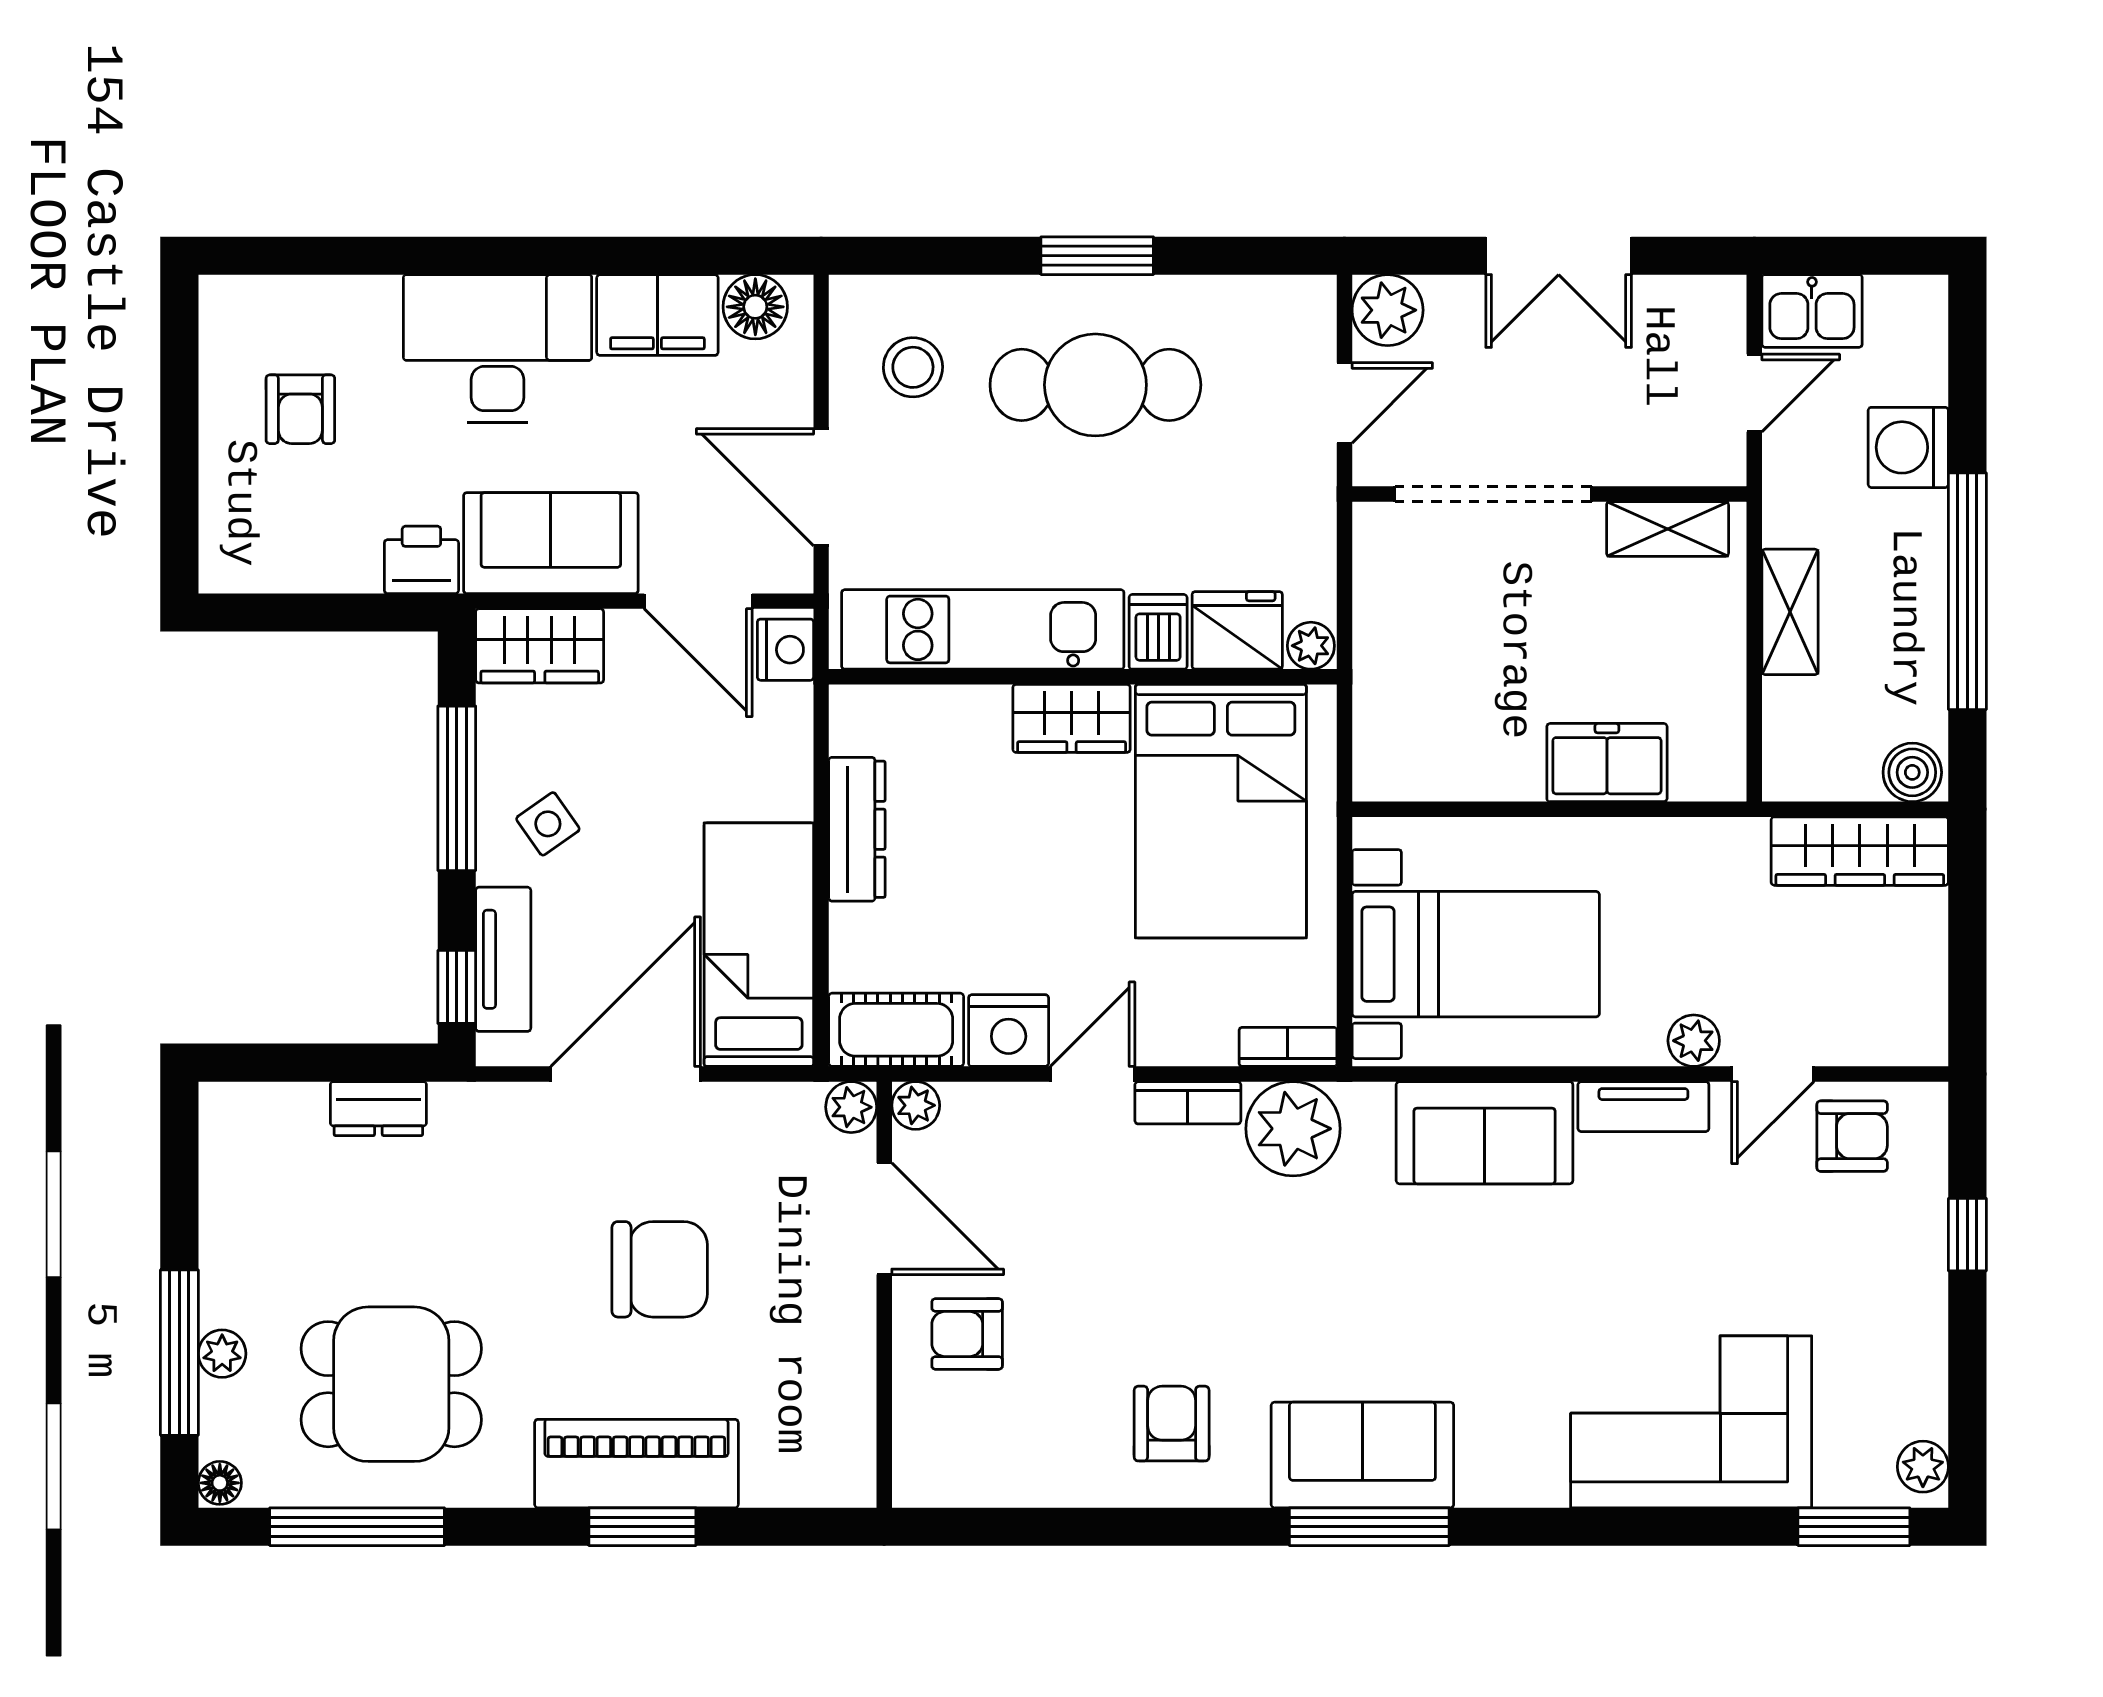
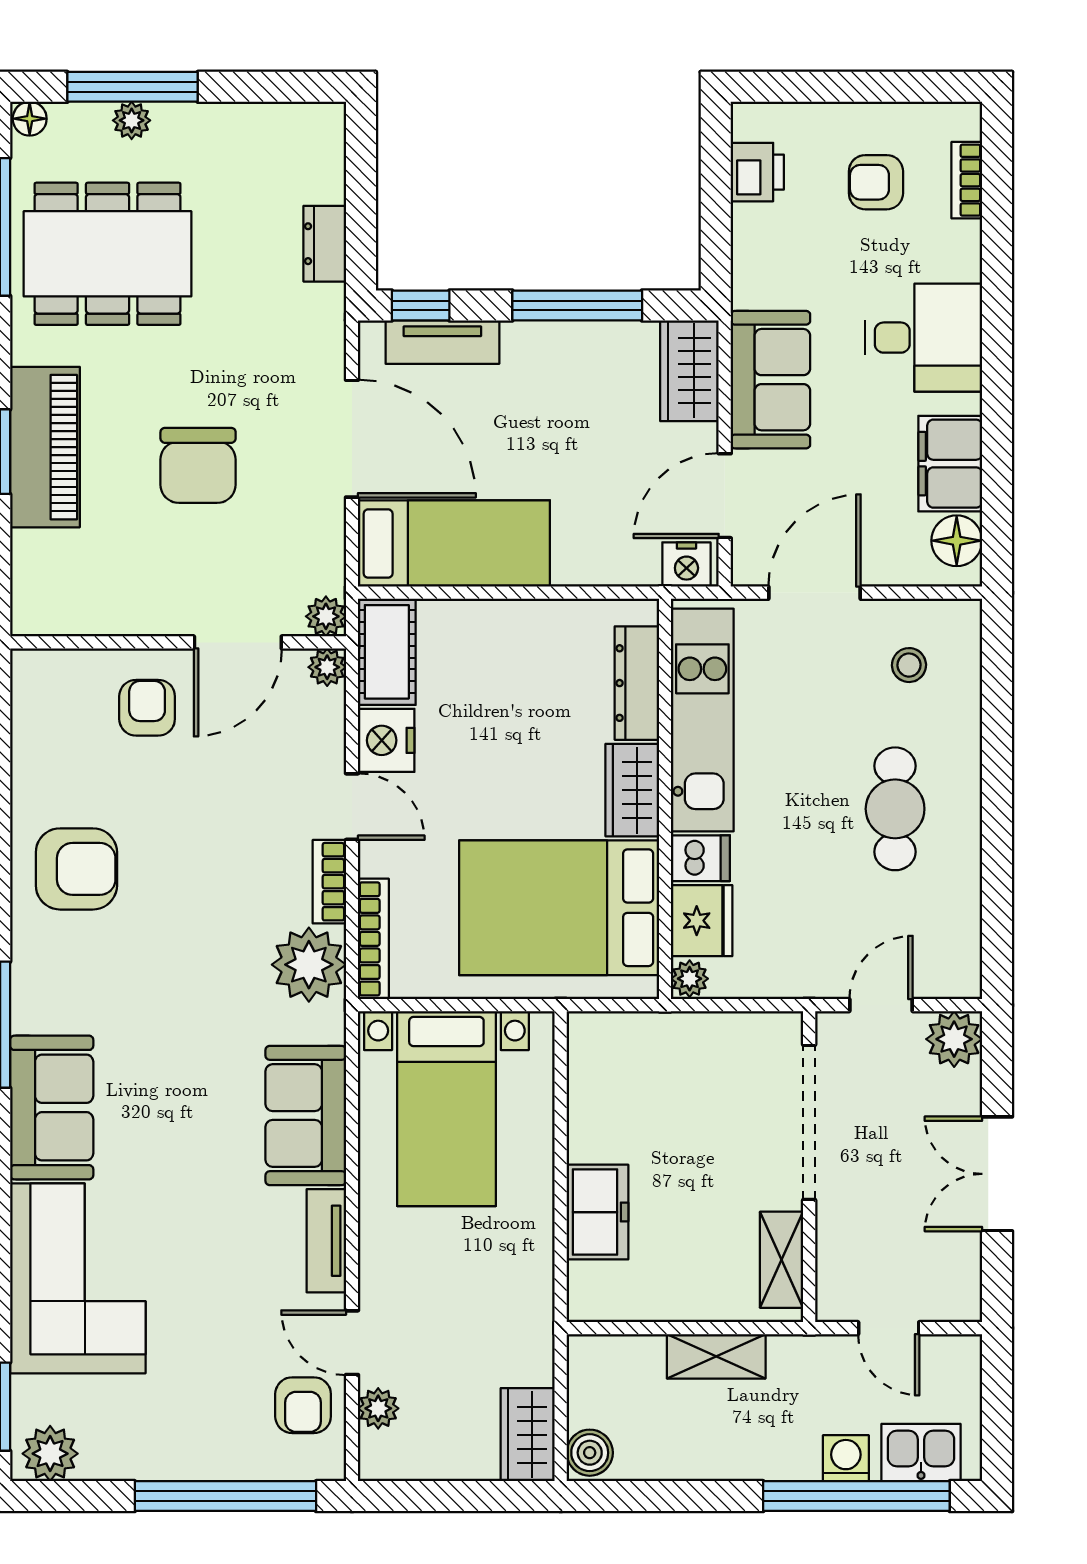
window: (1097, 256) -> (997, 810), removed
bookcase: (298, 294) -> (967, 180), added
kitchen sink: (1812, 311) -> (921, 1453), moved, turned 90
desk: (498, 349) -> (924, 338), width x0.73
stool: (913, 367) -> (909, 665), width x0.73, depth x0.73
cafe table: (1095, 385) -> (895, 809), width x0.73, depth x0.74
door: (1344, 403) -> (881, 1005), swing flipped
washing machine: (1908, 447) -> (846, 1458), width x0.73, depth x0.73
printer: (421, 560) -> (757, 172), moved
window: (1967, 591) -> (856, 1496), moved
side table: (548, 824) -> (549, 377), removed
dresser: (857, 829) -> (637, 683), moved, turned 90
wardrobe: (1860, 851) -> (528, 1435), width x0.67
plant: (1694, 1041) -> (378, 1408), moved
bookcase: (1288, 1047) -> (373, 939), width x1.56
window: (1967, 1235) -> (225, 1496), width x3.17
dining table: (391, 1384) -> (108, 254), width x1.38
armchair: (1172, 1424) -> (76, 869), width x1.38, depth x1.38
sofa: (1362, 1455) -> (52, 1108), moved
plant: (1923, 1467) -> (50, 1454), width x1.38, depth x1.38

